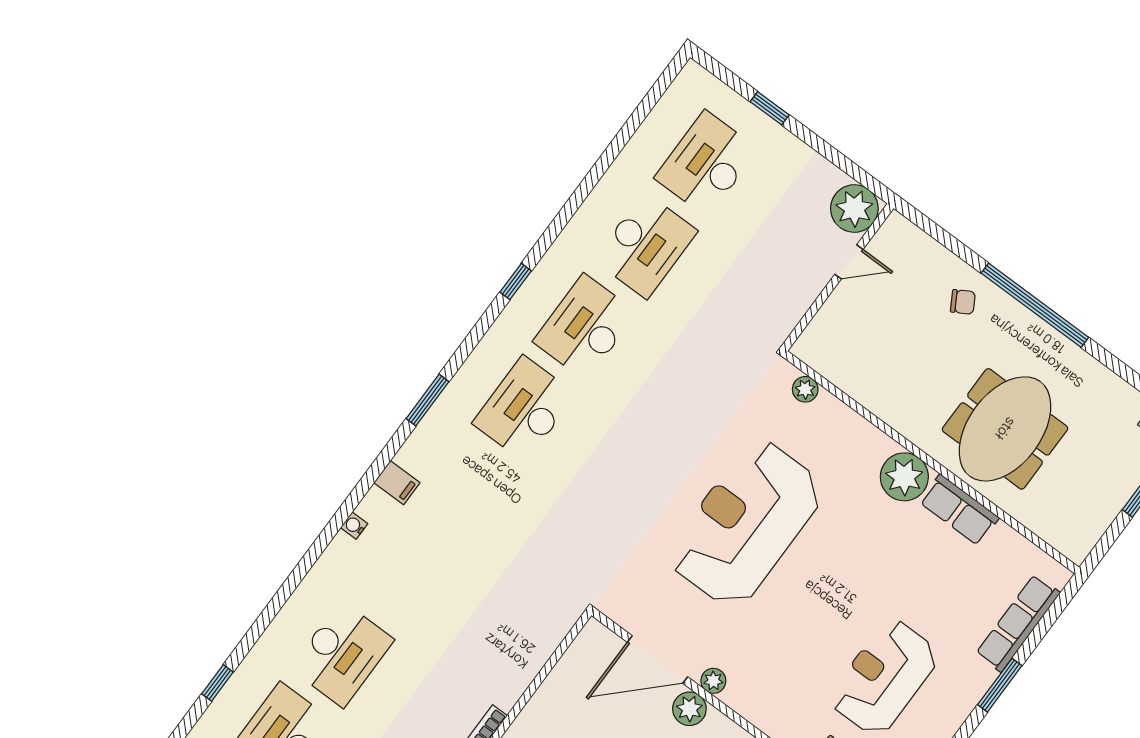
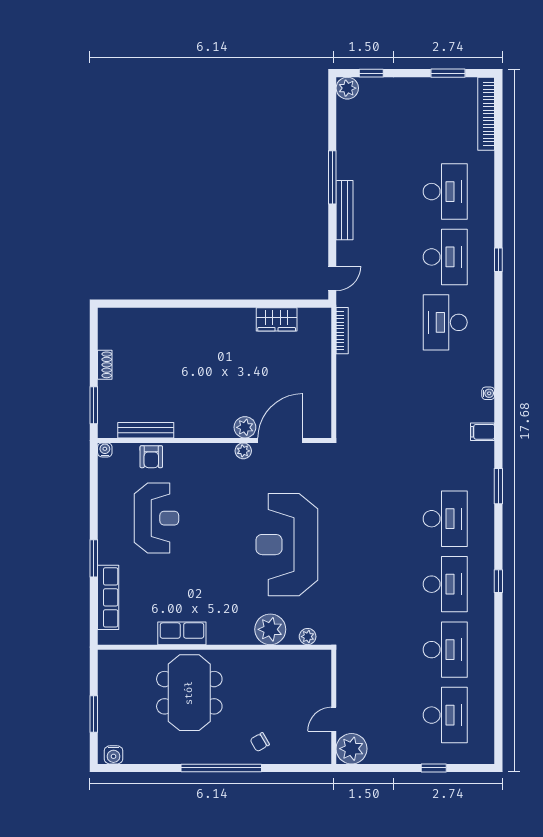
desk: (646, 245) -> (445, 650), turned 180
plant: (904, 477) -> (270, 629), moved
reception desk: (746, 523) -> (287, 545), turned 180

